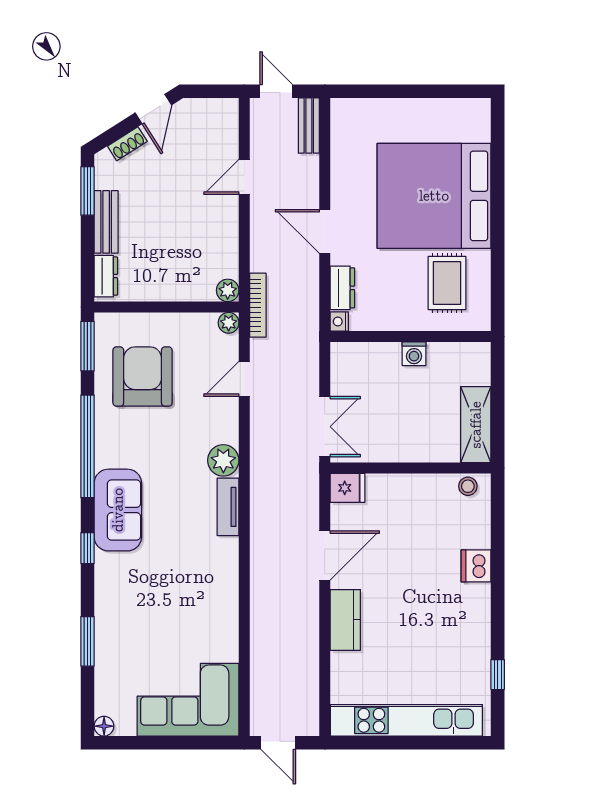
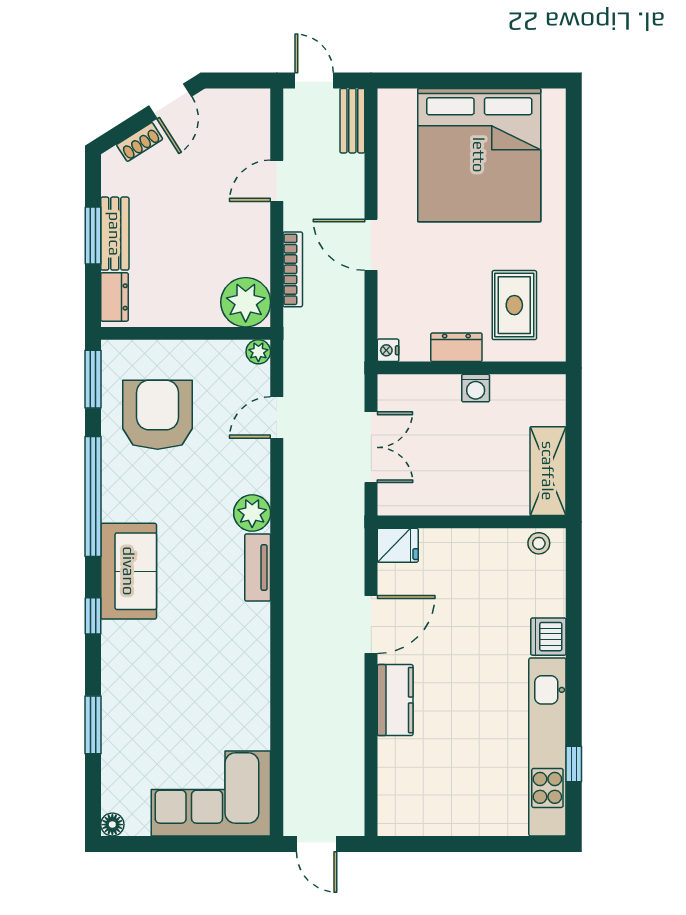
window: (87, 191) -> (93, 235), moved
bed: (434, 196) -> (479, 155), moved, turned -90
dresser: (342, 288) -> (456, 347), moved, turned -90
plant: (228, 290) -> (246, 302), width x1.88, depth x1.88
bookcase: (258, 305) -> (293, 269), moved
double door: (325, 427) -> (371, 447), moved
kitchen unit: (406, 720) -> (547, 747), moved, turned -90

